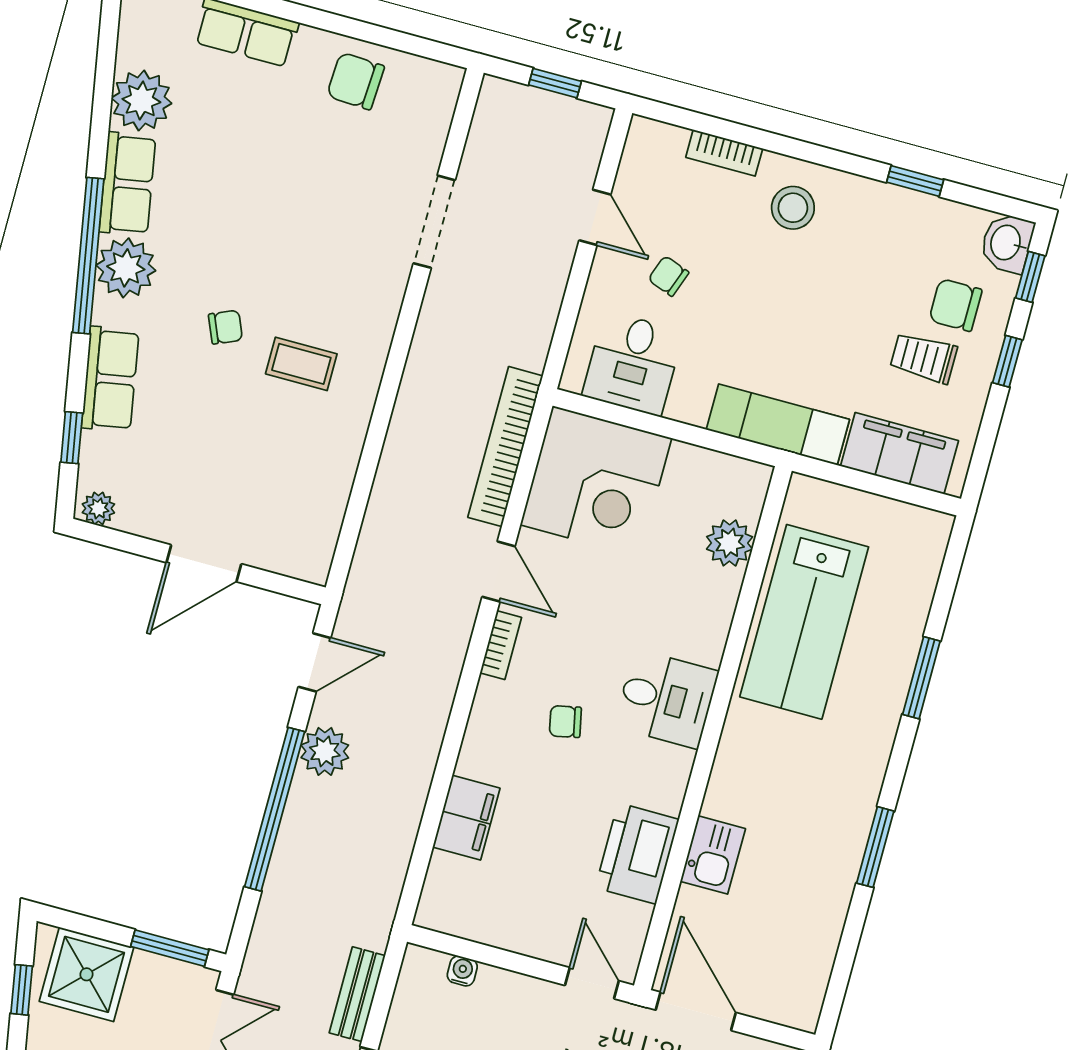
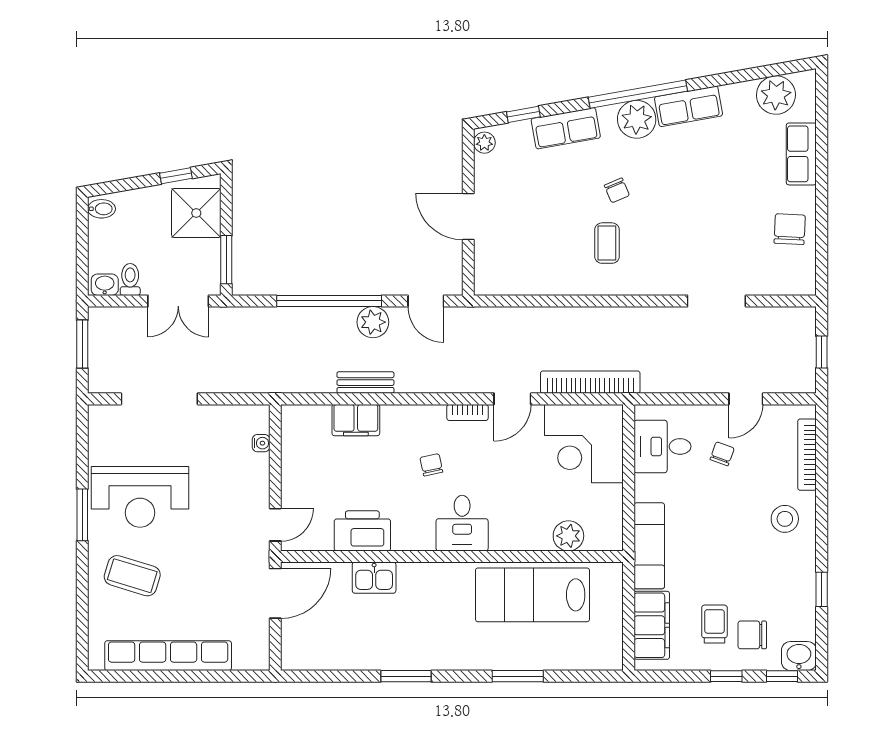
plant: (141, 101) -> (776, 95), moved
bookcase: (724, 153) -> (807, 455), width x1.56
chair: (955, 305) -> (752, 635), turned -90
bench: (357, 994) -> (365, 383), moved

